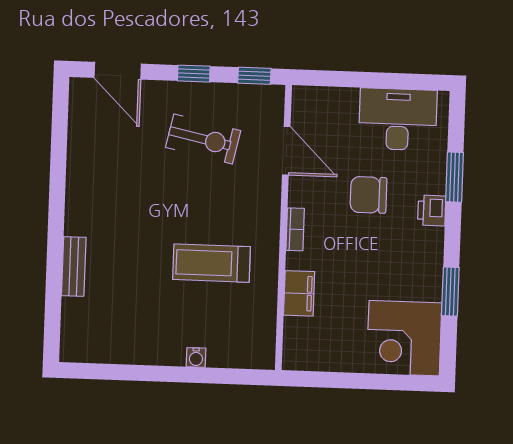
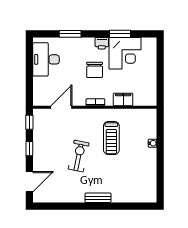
exercise bike: (203, 139) -> (79, 156), moved
chair: (368, 195) -> (95, 70), moved
printer: (432, 211) -> (102, 43), moved
bench: (74, 266) -> (98, 198), moved
corner desk: (404, 338) -> (125, 53), moved

